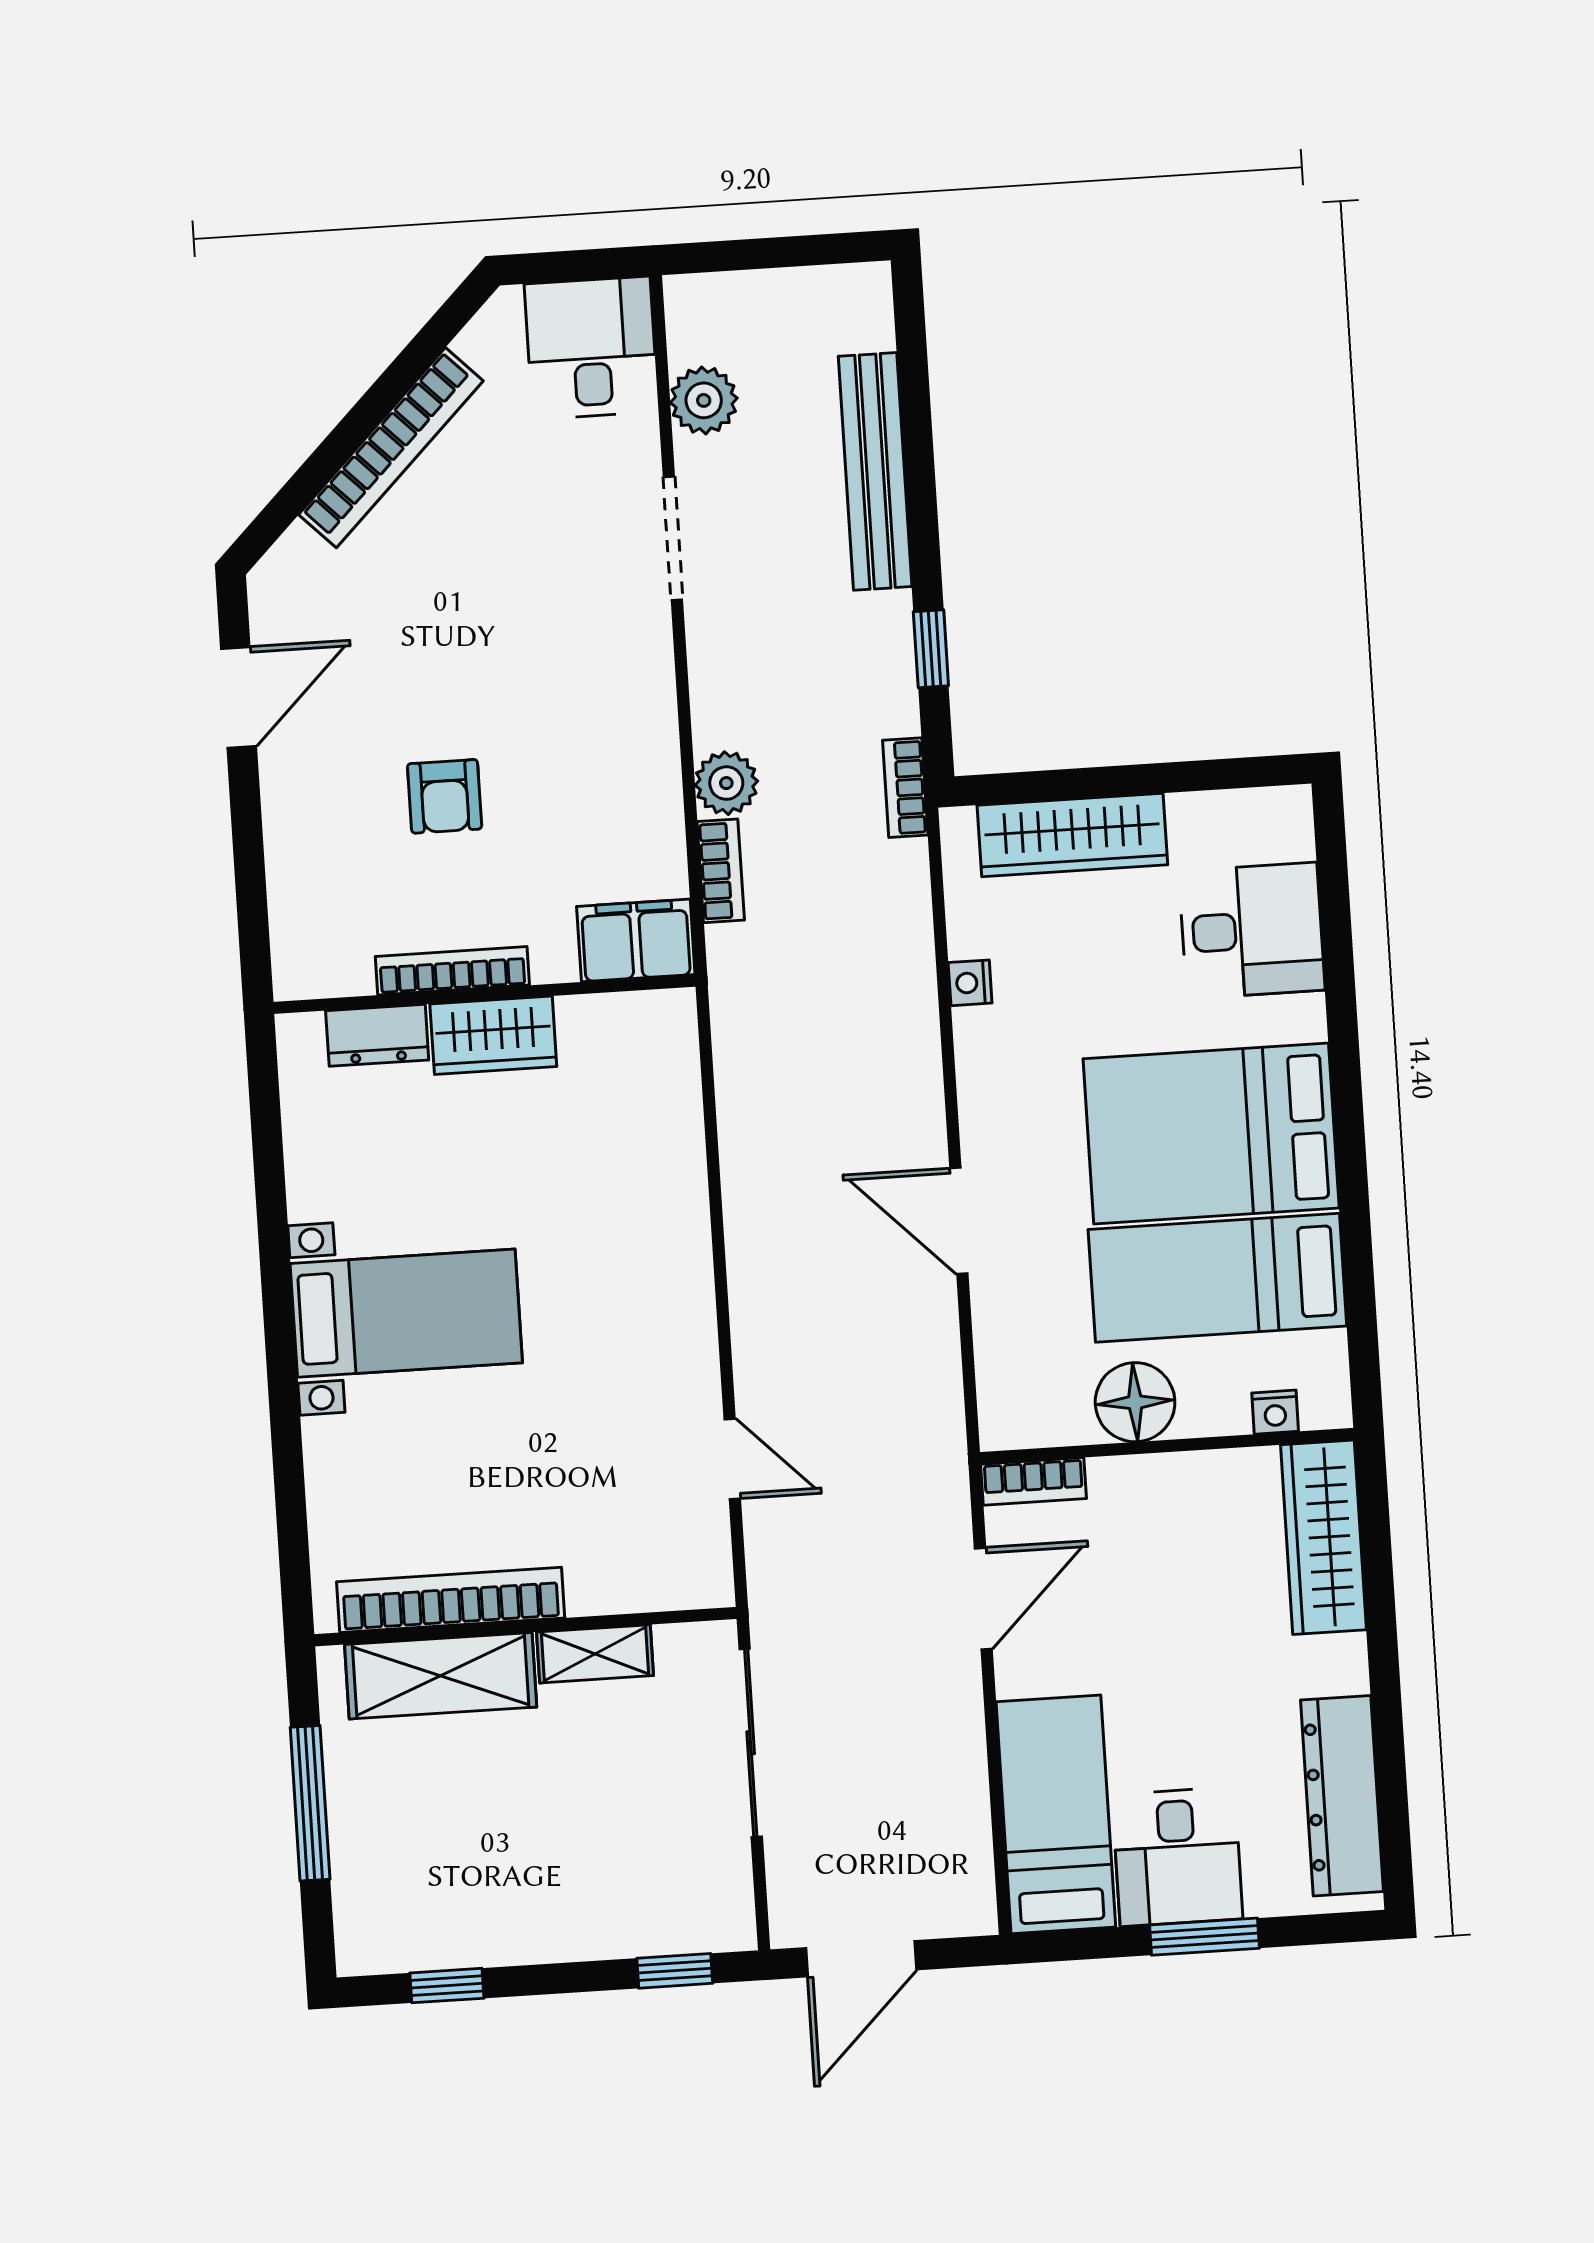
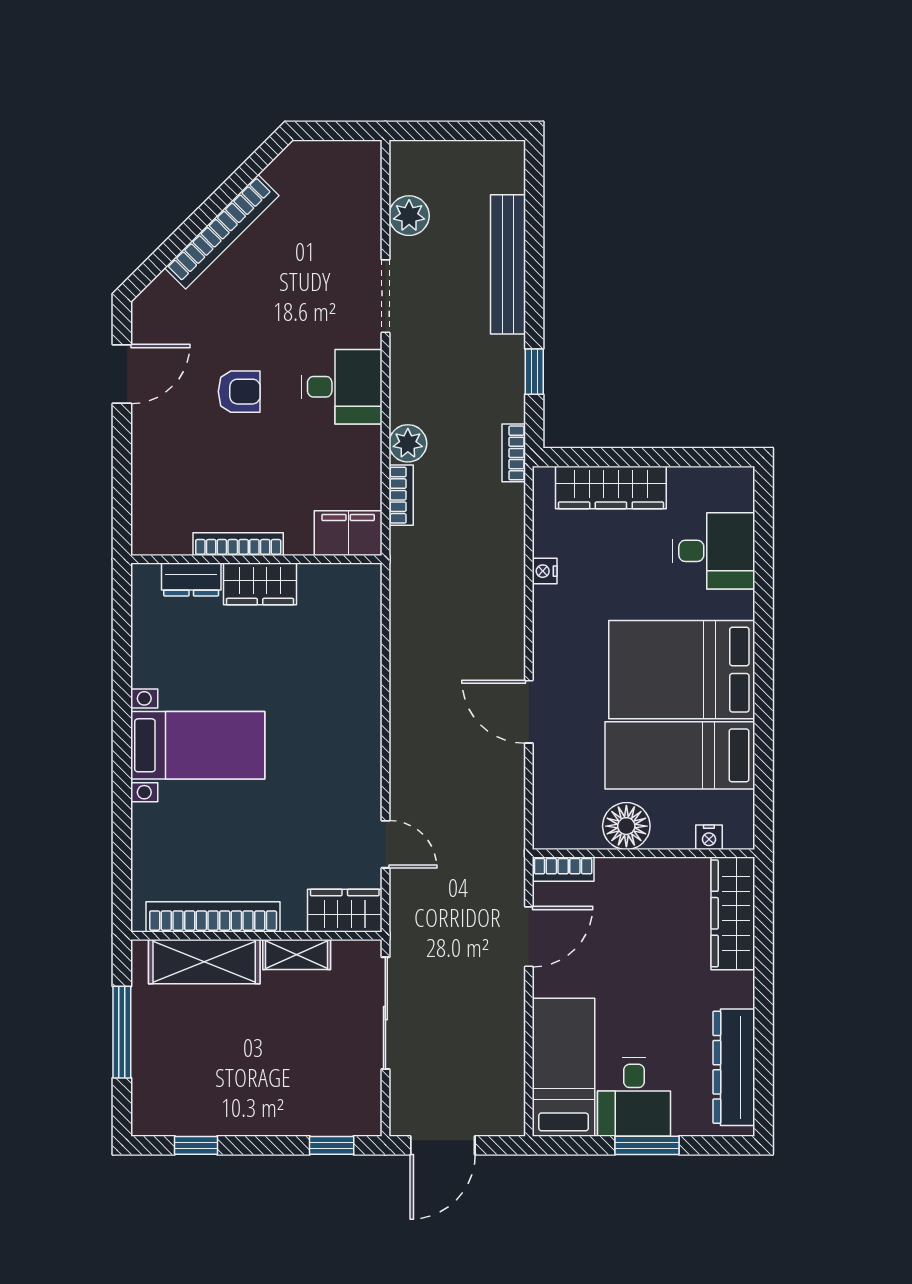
desk: (591, 348) -> (341, 387), moved, turned 90
armchair: (445, 796) -> (239, 392), moved, turned -90
wardrobe: (671, 1575) -> (345, 911), added

